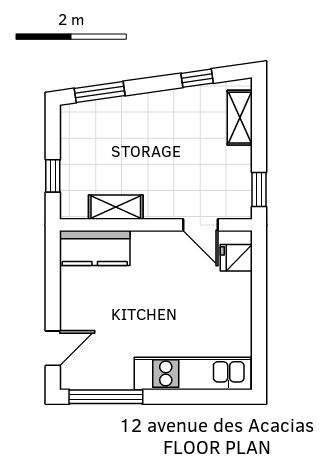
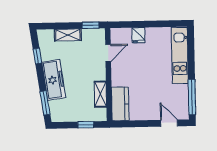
freezer: (147, 111) -> (54, 80), added
shelving: (240, 118) -> (68, 35), moved
fridge: (236, 258) -> (138, 35), moved

